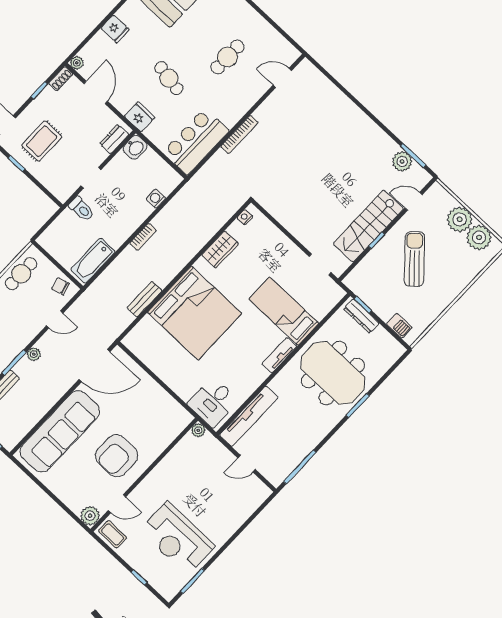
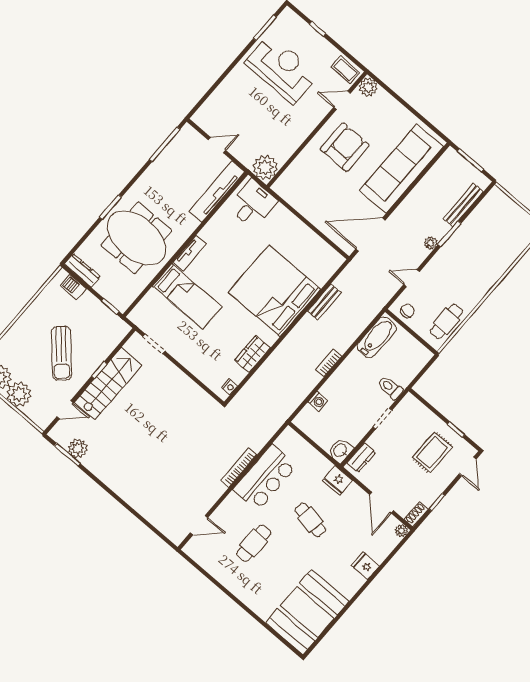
bar counter: (196, 141) -> (265, 478), moved
chair: (60, 286) -> (407, 311), turned -75
dresser: (361, 316) -> (82, 270), moved
plant: (198, 430) -> (265, 167), width x1.88, depth x1.88

